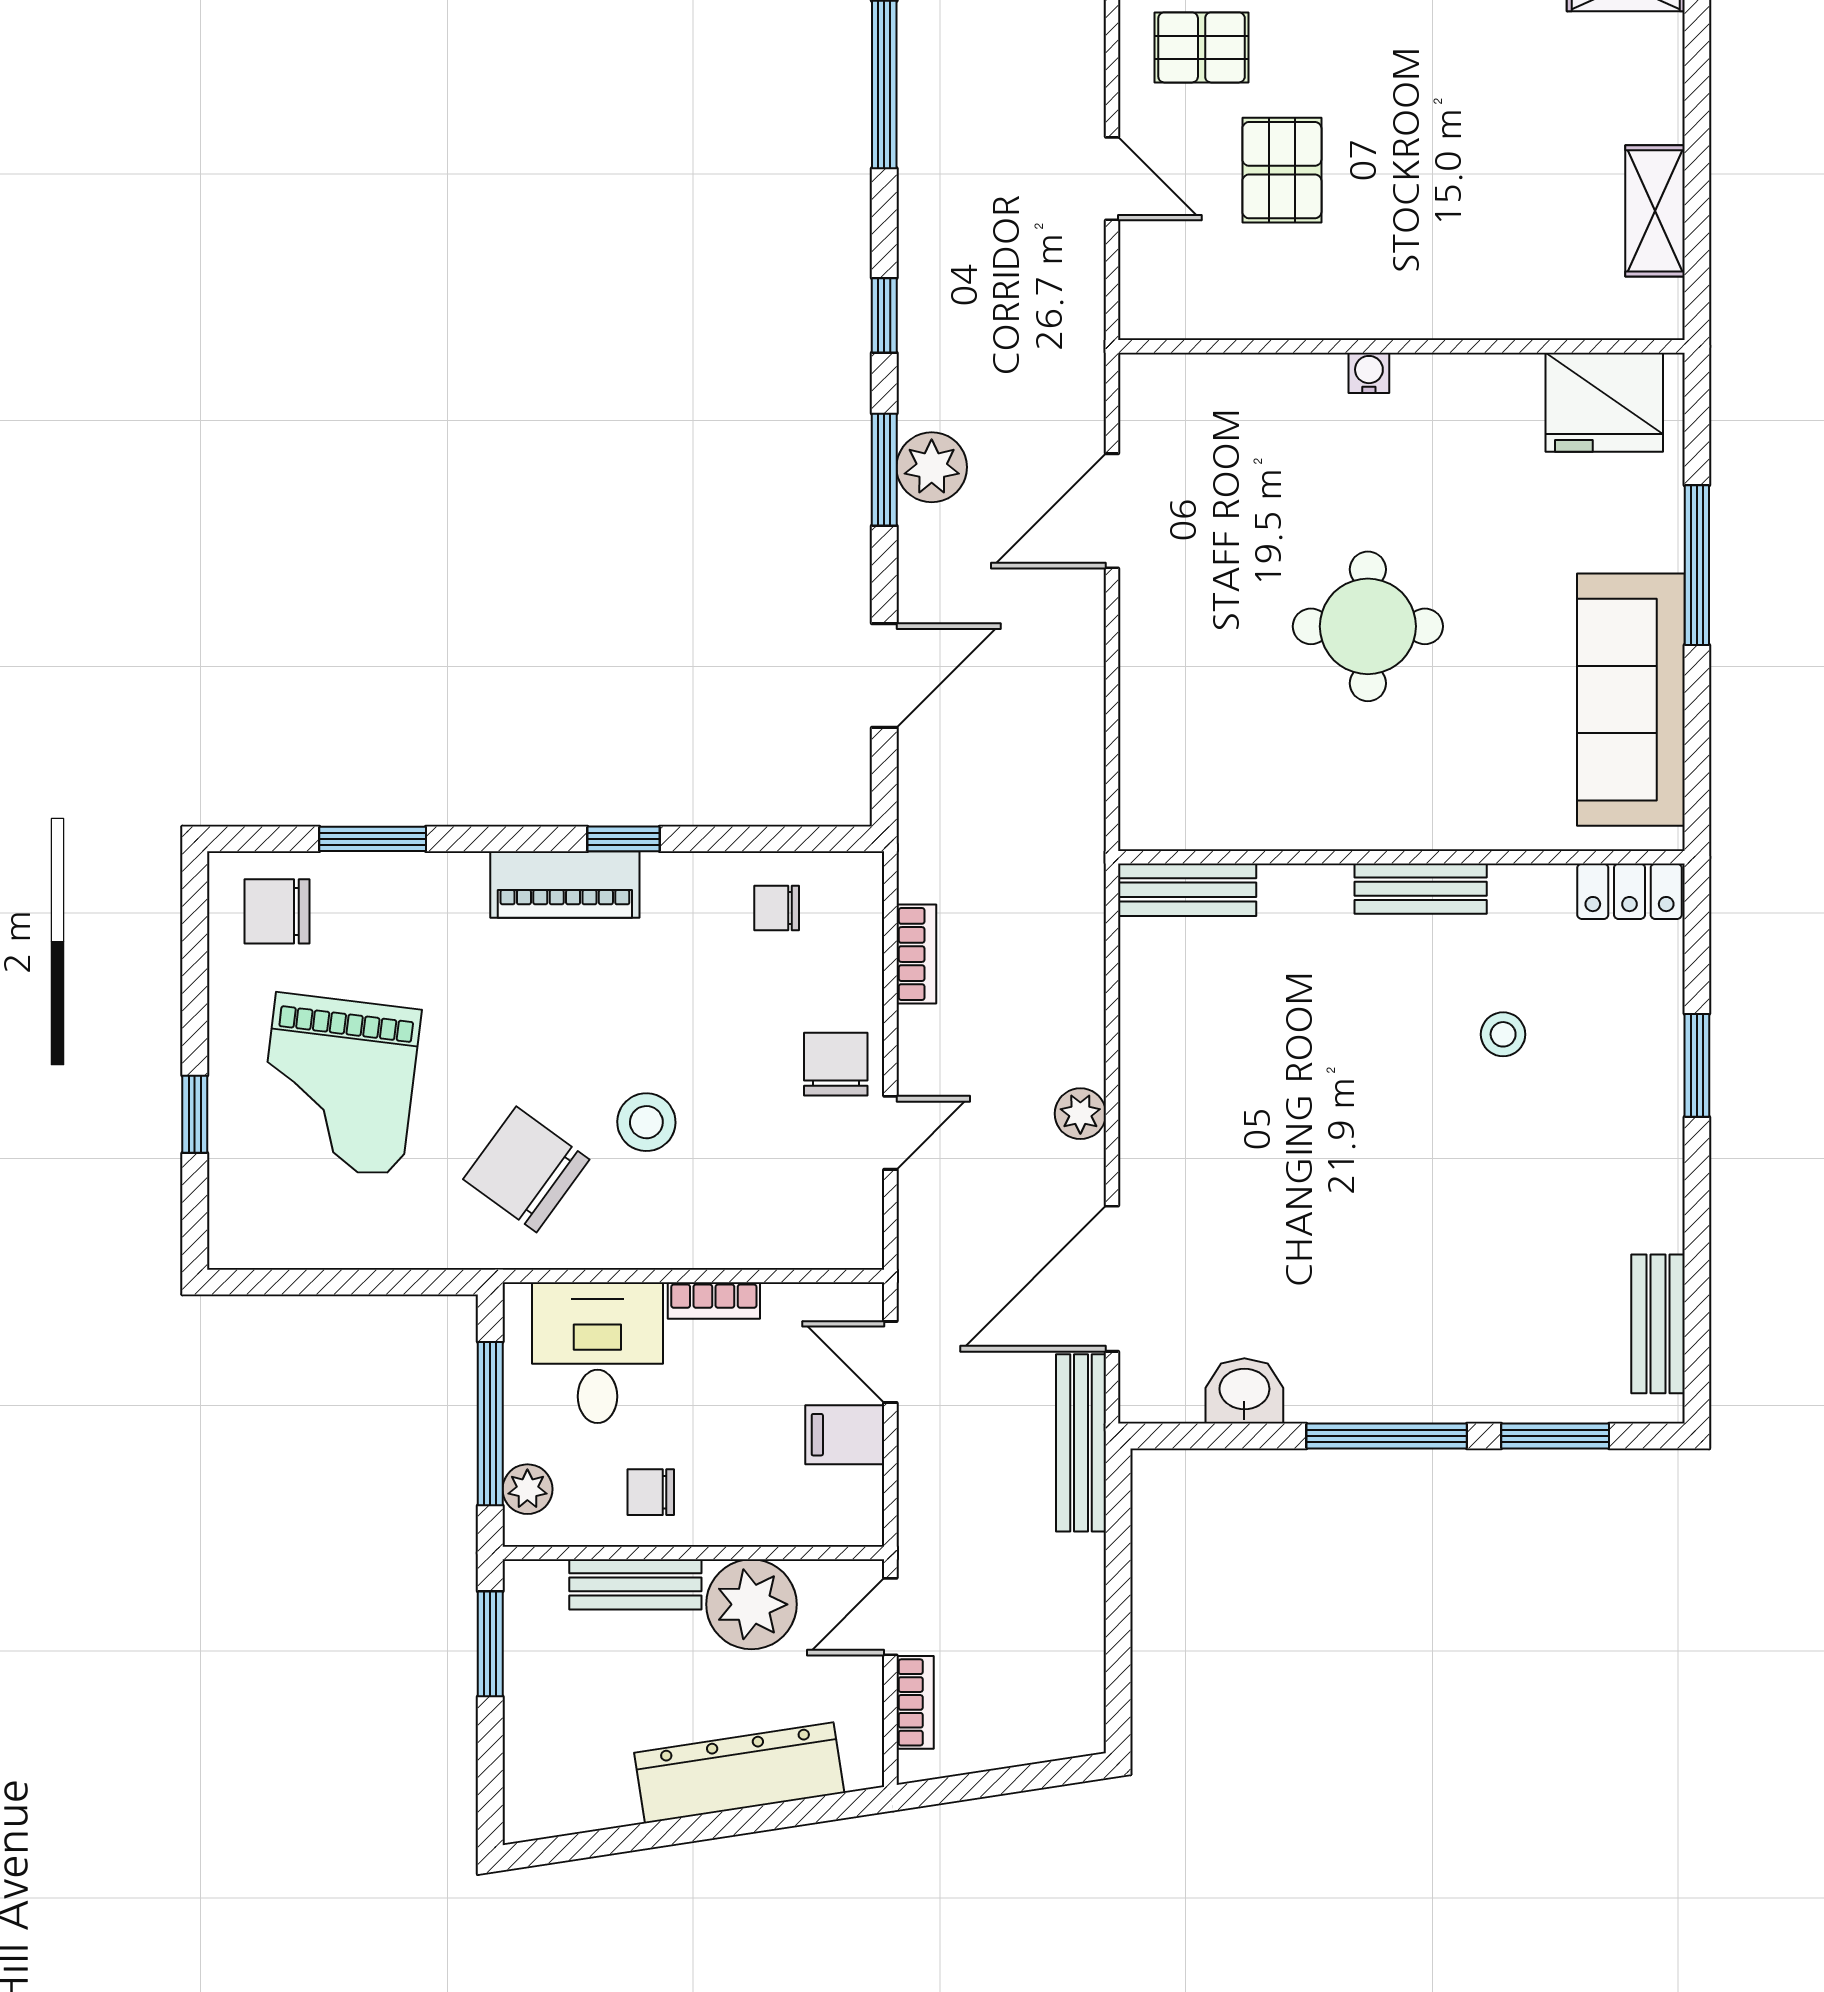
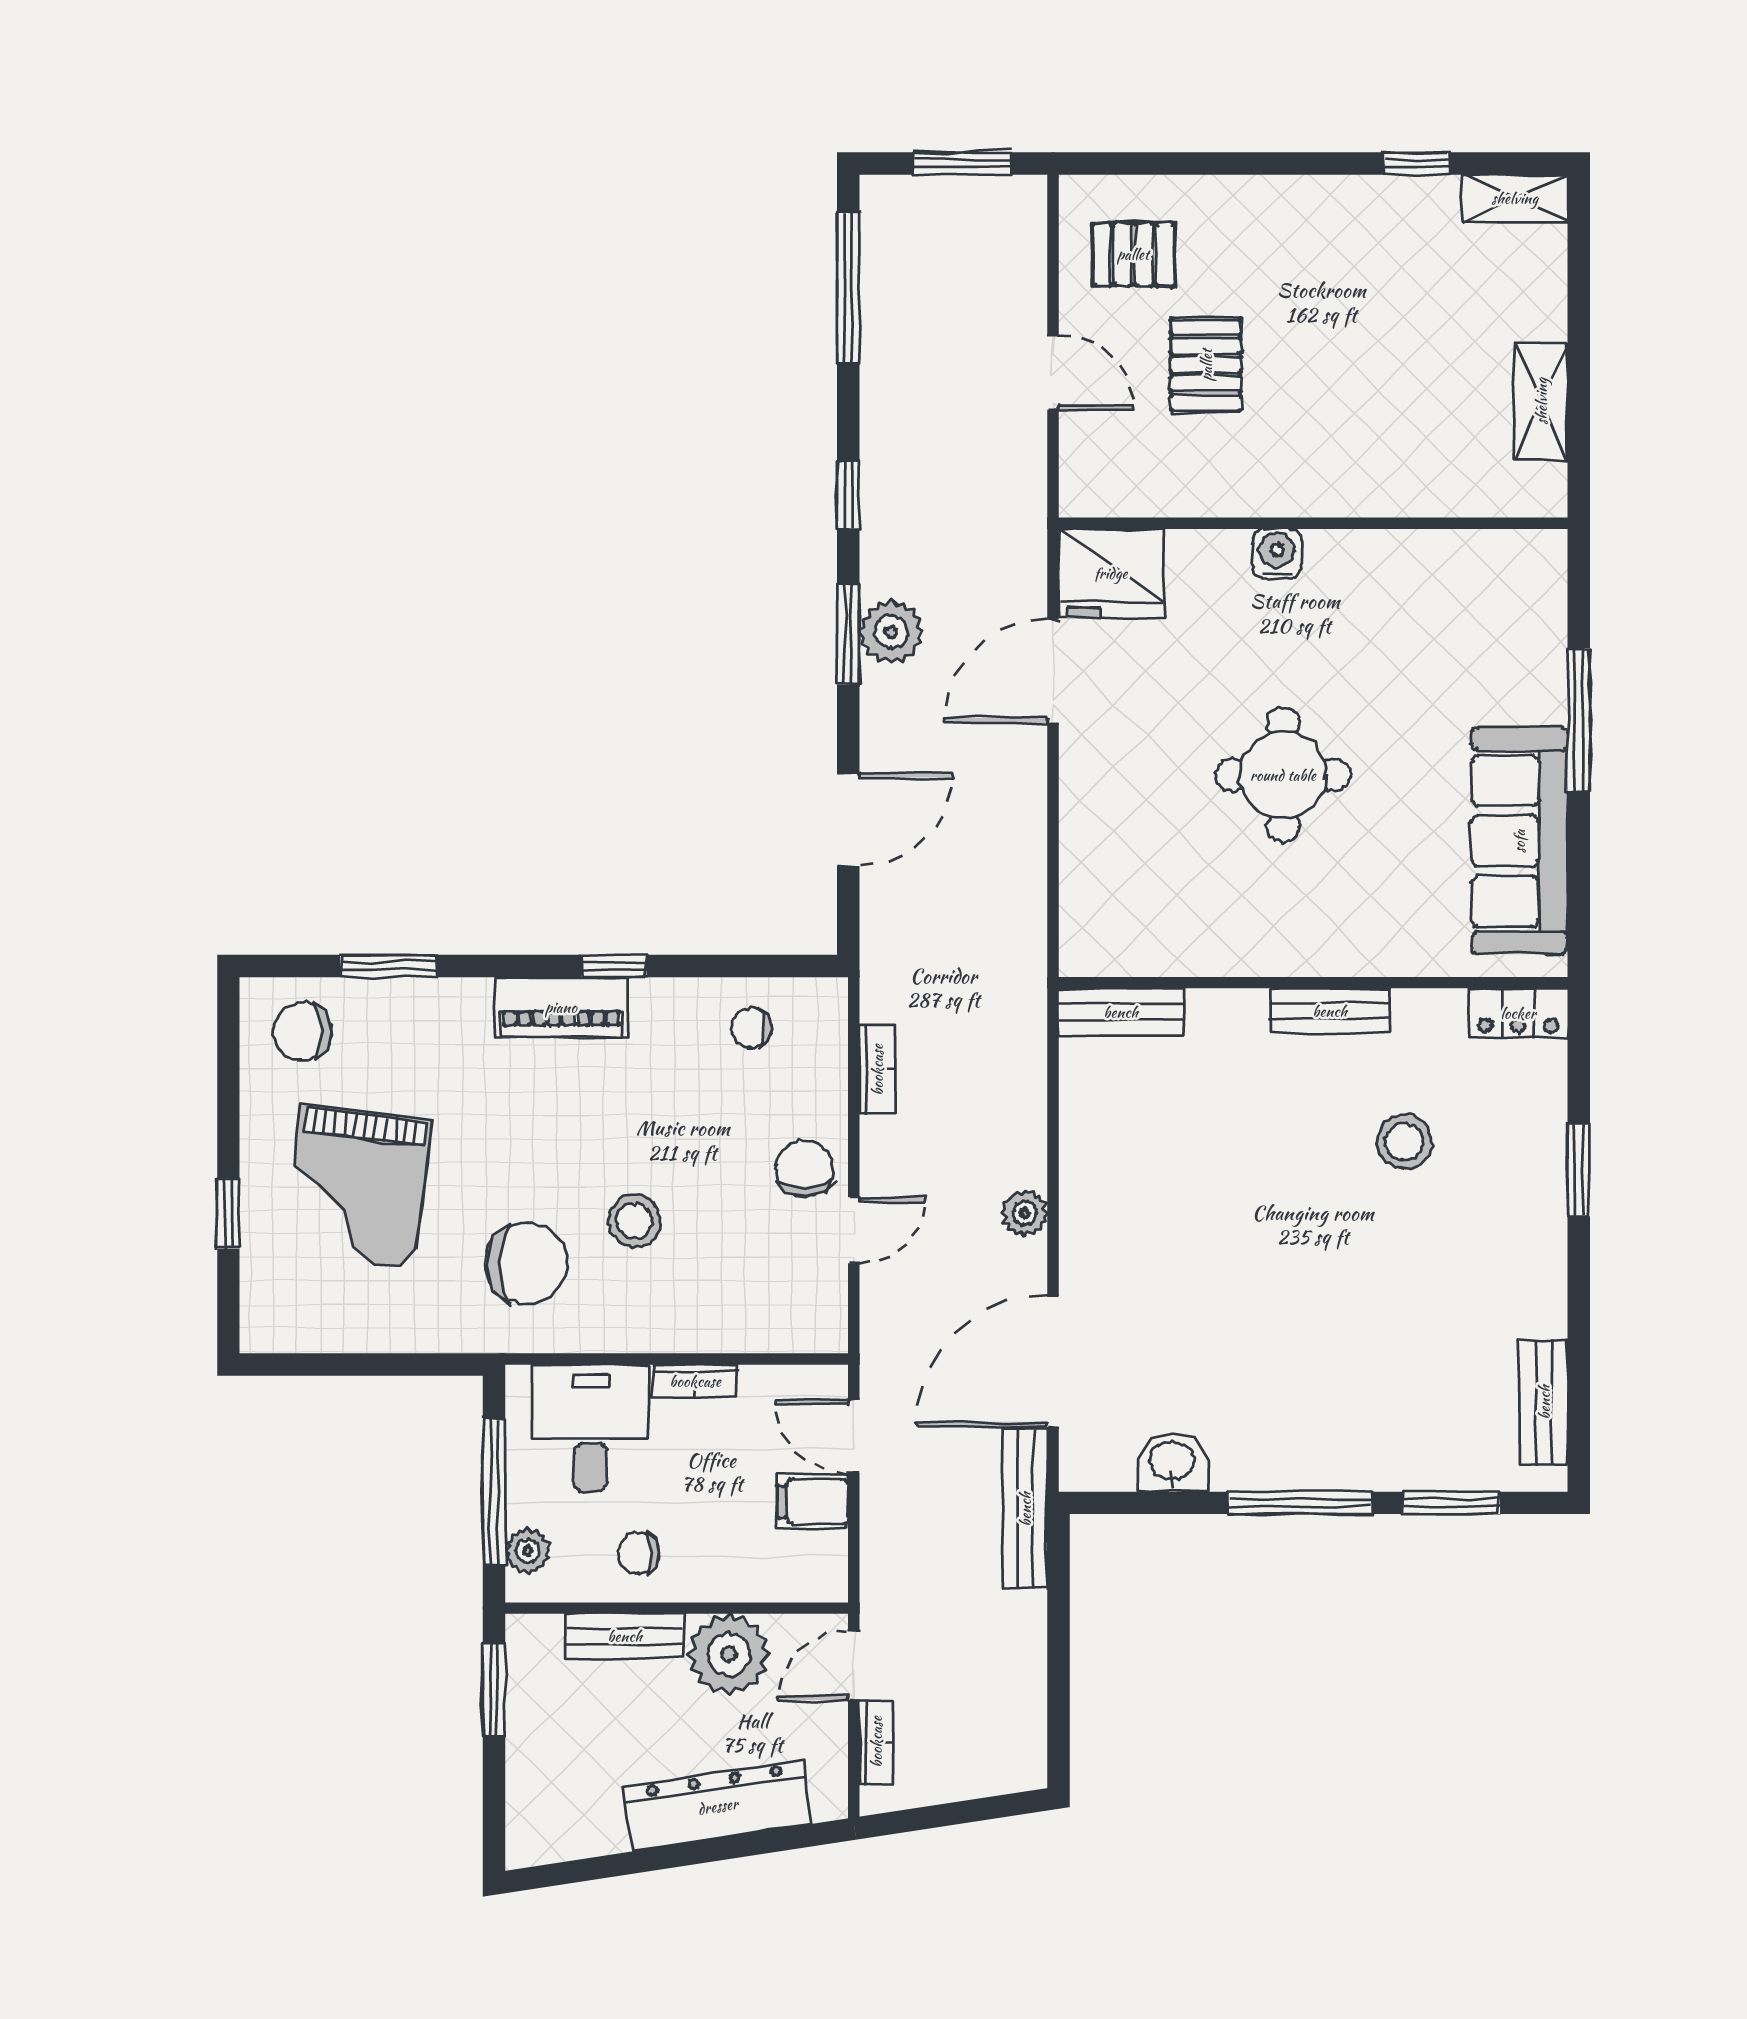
water cooler: (1369, 373) -> (1277, 554), width x1.38, depth x1.38
fridge: (1604, 402) -> (1111, 573), moved
stool: (1503, 1034) -> (1405, 1142), width x1.37, depth x1.37
chair: (526, 1169) -> (526, 1263), turned 144

